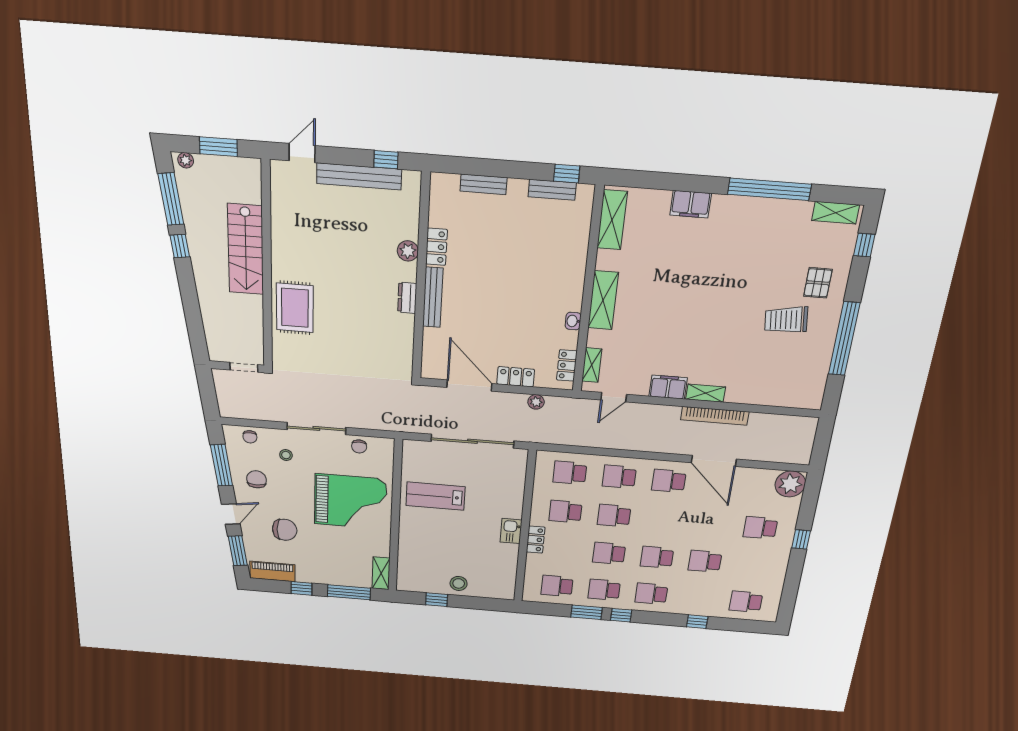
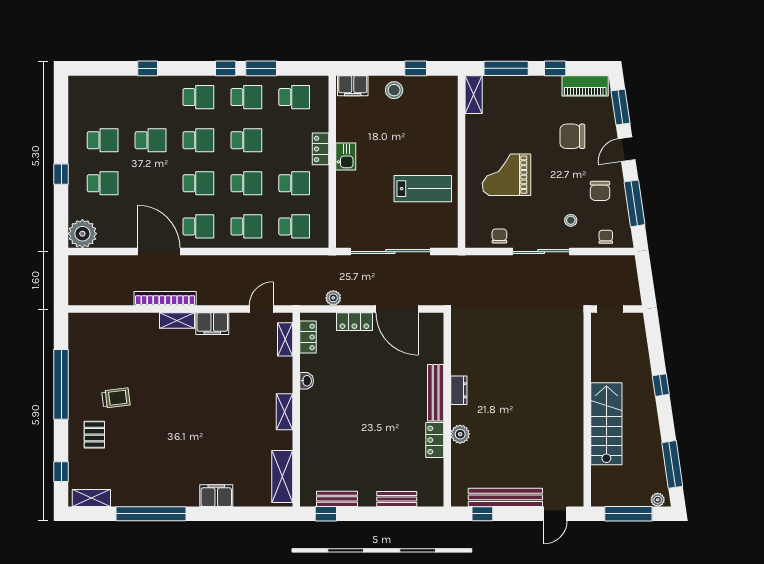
window: (218, 147) -> (628, 514), width x1.44
window: (180, 246) -> (661, 385), moved
shelving: (603, 300) -> (285, 412), width x0.67, depth x0.75
rug: (295, 308) -> (562, 372), removed
trolley: (786, 320) -> (116, 398), width x0.73, depth x0.72
grand piano: (351, 502) -> (506, 175), width x0.73, depth x0.68
school desk: (663, 520) -> (198, 183), added
filing cabinet: (499, 591) -> (353, 86), added
school desk: (746, 602) -> (103, 140), moved

